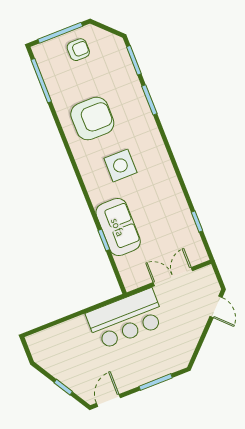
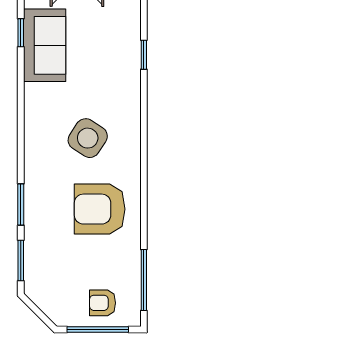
armchair: (78, 50) -> (102, 303), moved
side table: (120, 165) -> (88, 138), turned 33
sofa: (118, 227) -> (45, 45), moved, turned 180

